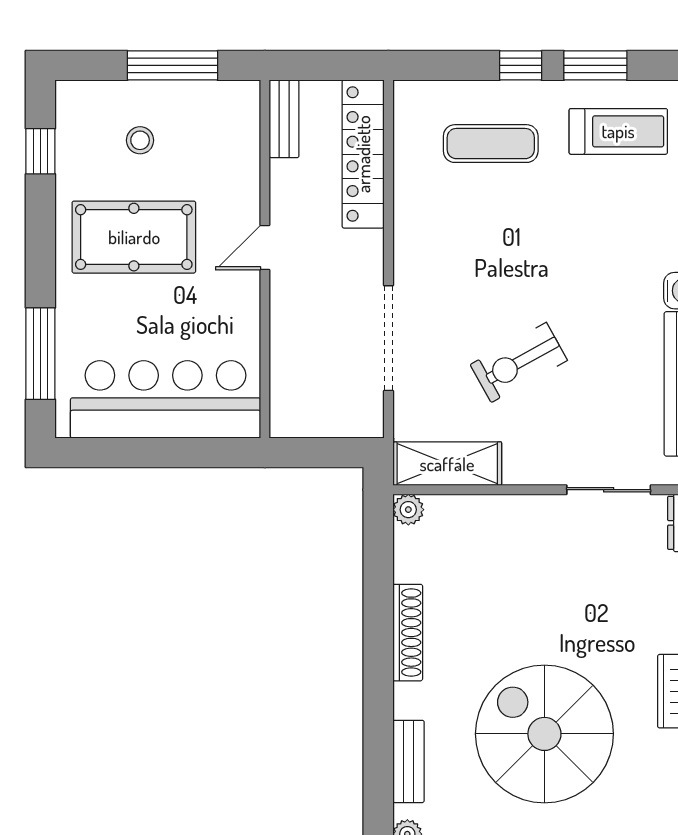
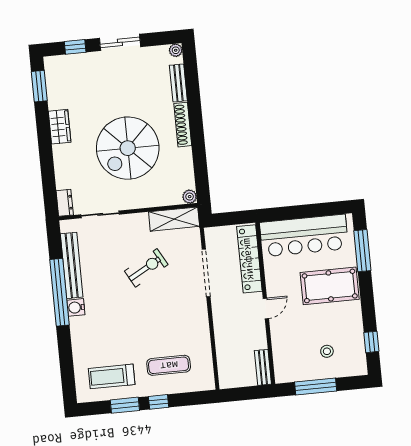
locker: (363, 154) -> (249, 259), moved, turned 180
pool table: (134, 237) -> (330, 286), moved
shoe rack: (408, 633) -> (183, 125), moved
spiral stairs: (544, 734) -> (128, 148), moved, turned 90

